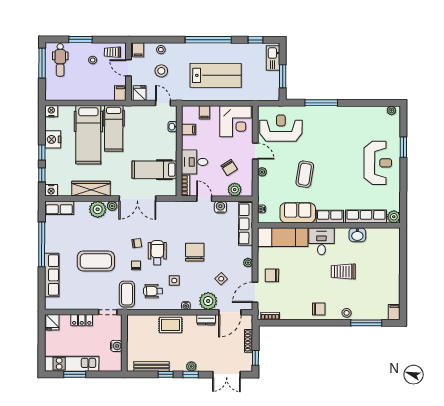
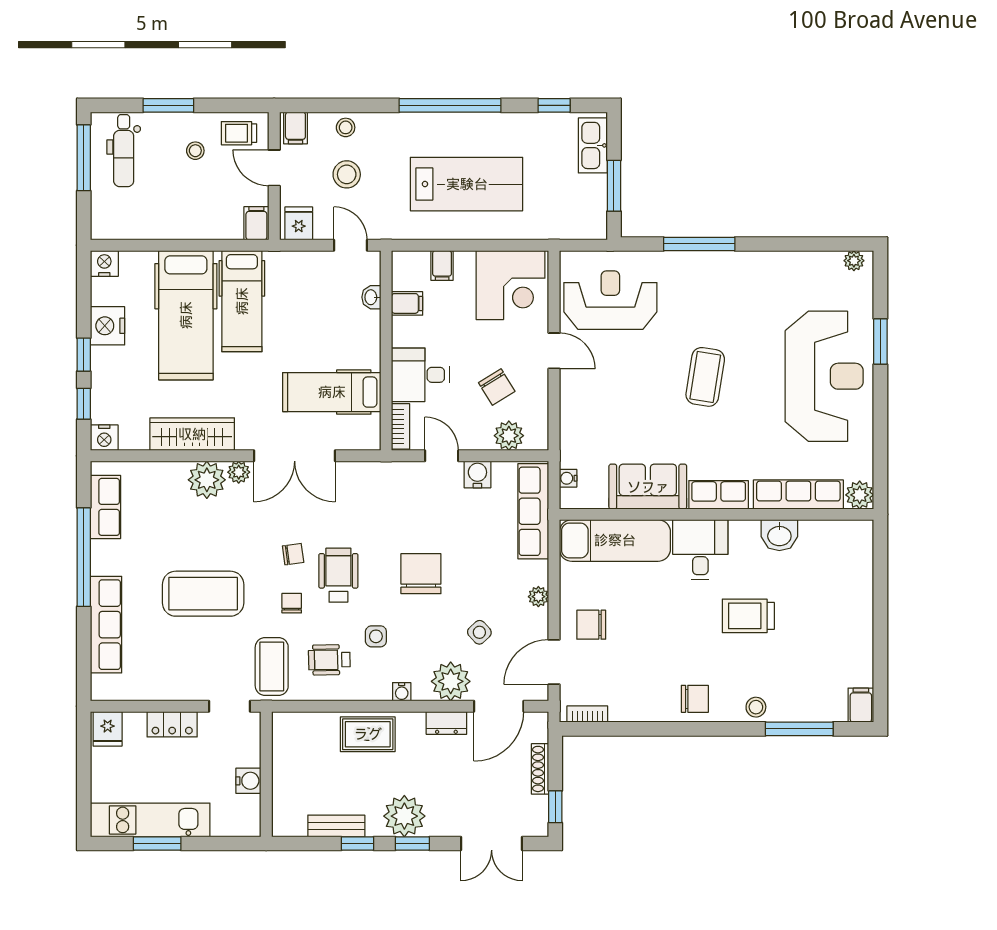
reception desk: (378, 163) -> (824, 376), width x1.36, depth x1.30
plant: (262, 172) -> (569, 397), removed
coffee table: (305, 174) -> (705, 377), moved
row of seats: (59, 208) -> (105, 507), moved, turned -90
bench: (151, 366) -> (336, 826), width x0.73
plant: (191, 366) -> (404, 816), width x1.88, depth x1.88

